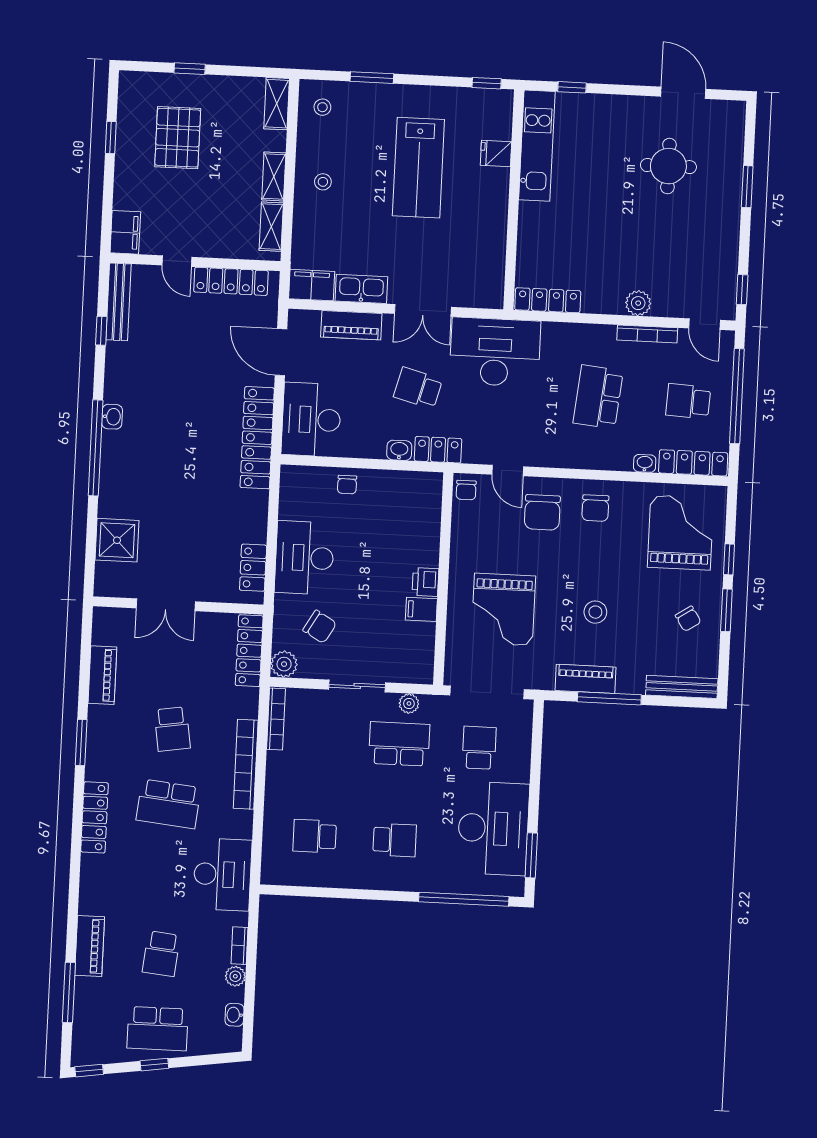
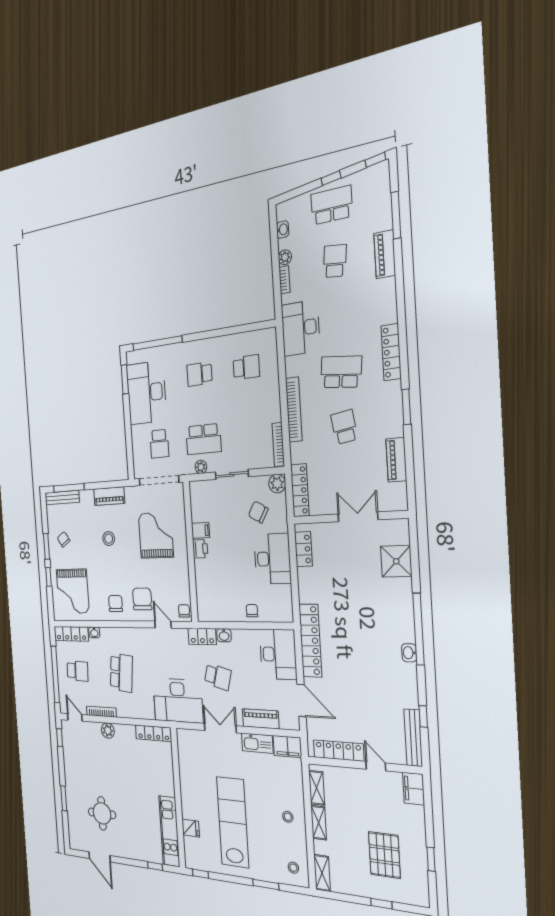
lab bench: (418, 168) -> (233, 822), width x1.36
window: (609, 698) -> (69, 488), moved

